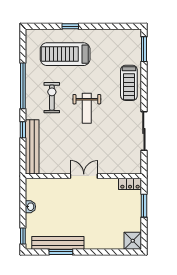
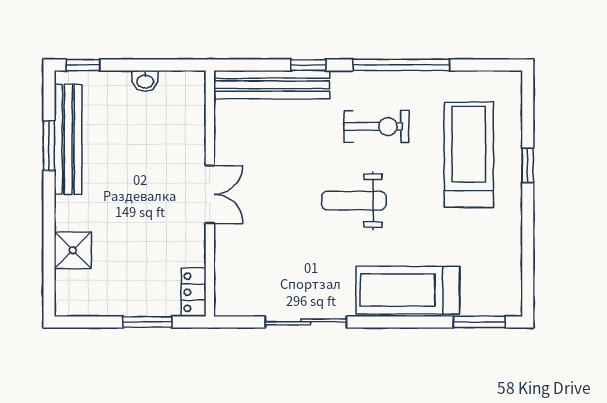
treadmill: (129, 83) -> (408, 290), width x1.37, depth x1.38
shower: (133, 241) -> (73, 250), moved

